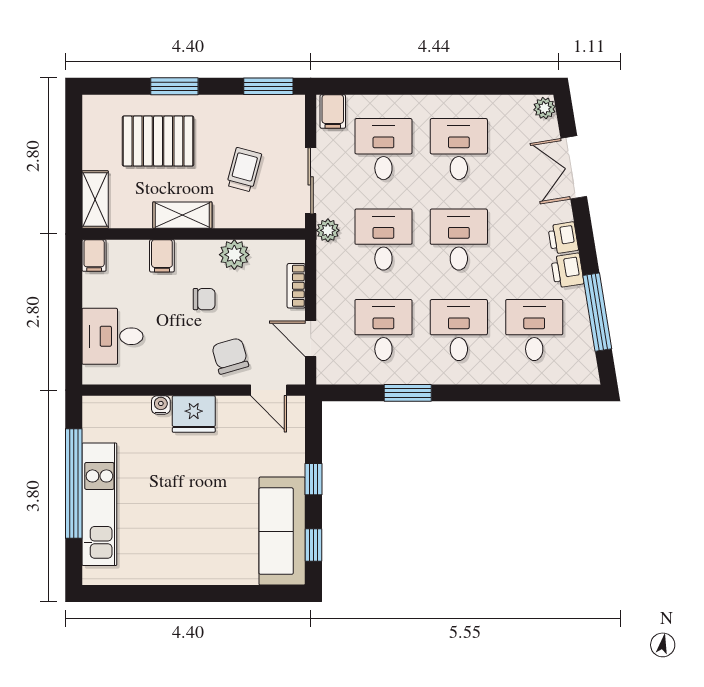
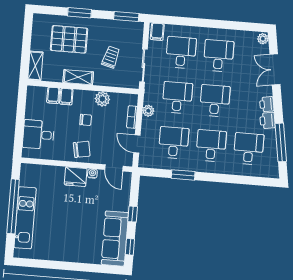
plant: (328, 230) -> (148, 111), moved
filing cabinet: (94, 255) -> (53, 95), moved
chair: (230, 356) -> (82, 149), moved, turned 95
water cooler: (161, 405) -> (92, 174), moved

